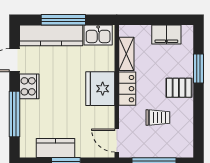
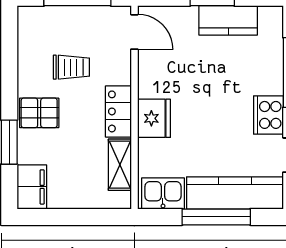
filing cabinet: (166, 34) -> (32, 187), moved, turned 90
fridge: (100, 89) -> (154, 118), width x0.73, depth x0.75
trolley: (158, 118) -> (71, 67), turned 180

